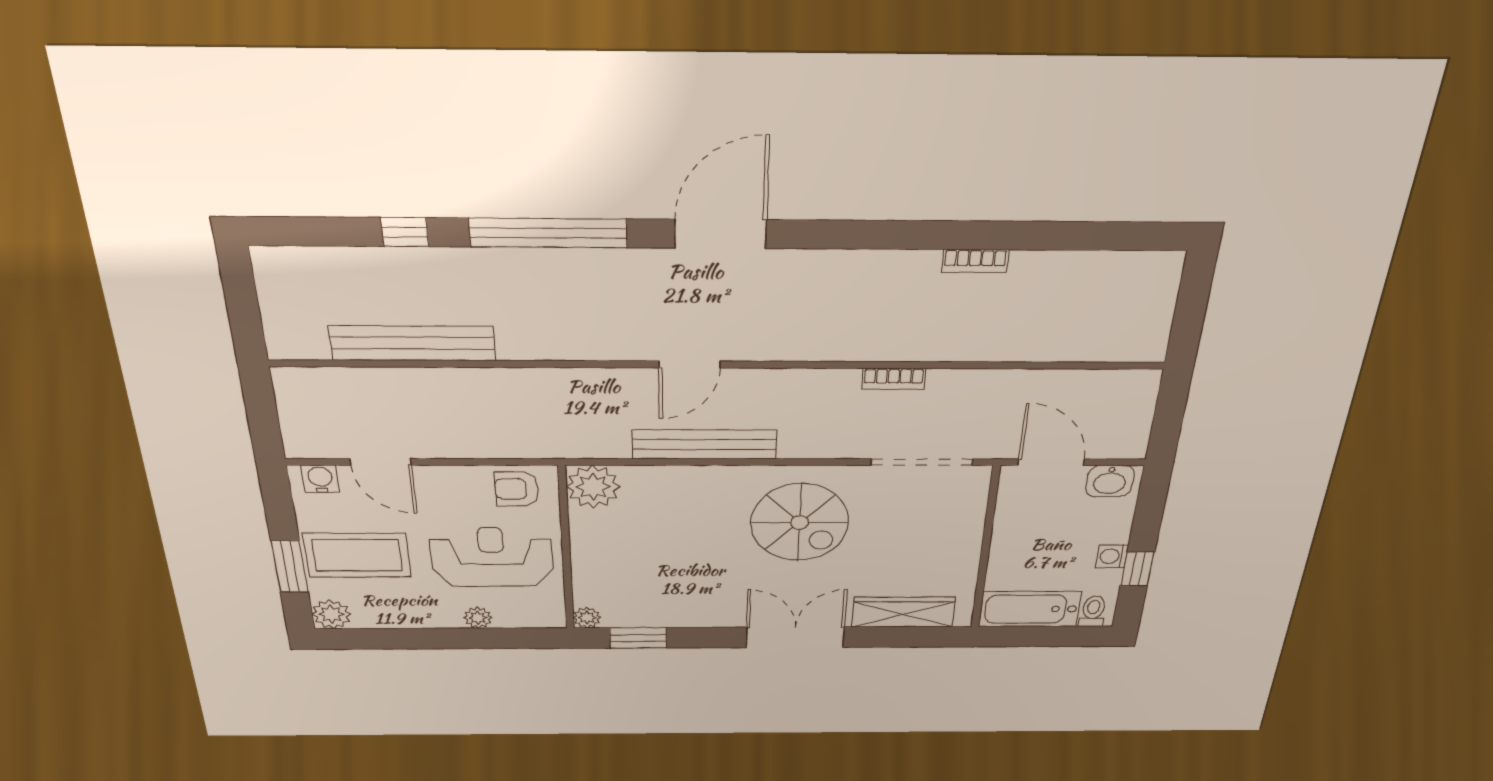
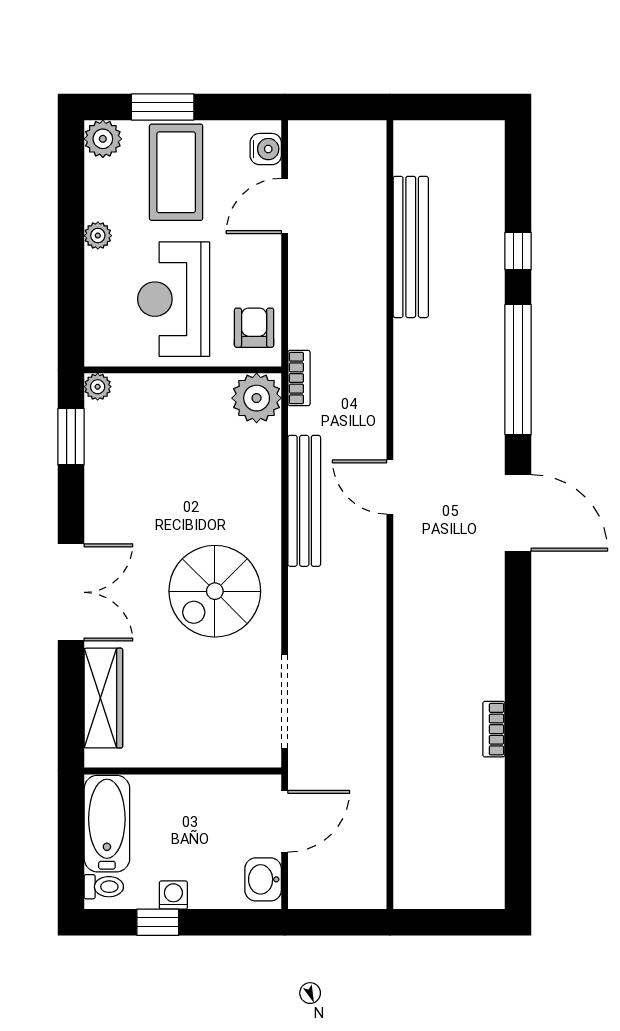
bookcase: (894, 379) -> (299, 378), moved, turned 180
reception desk: (492, 557) -> (174, 299), turned 180
plant: (478, 618) -> (98, 236), moved

